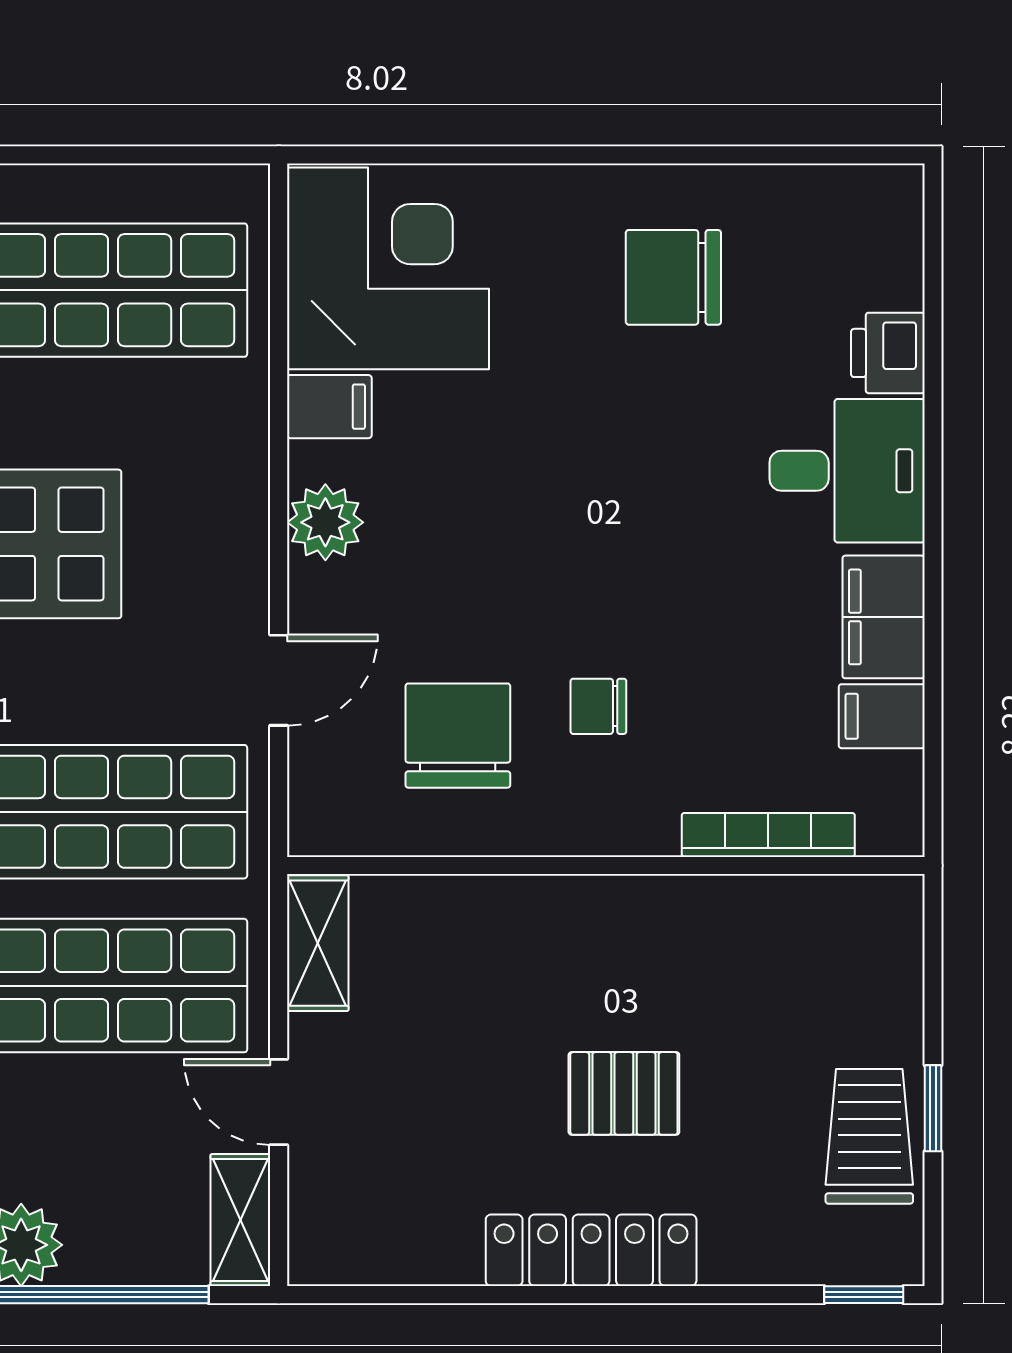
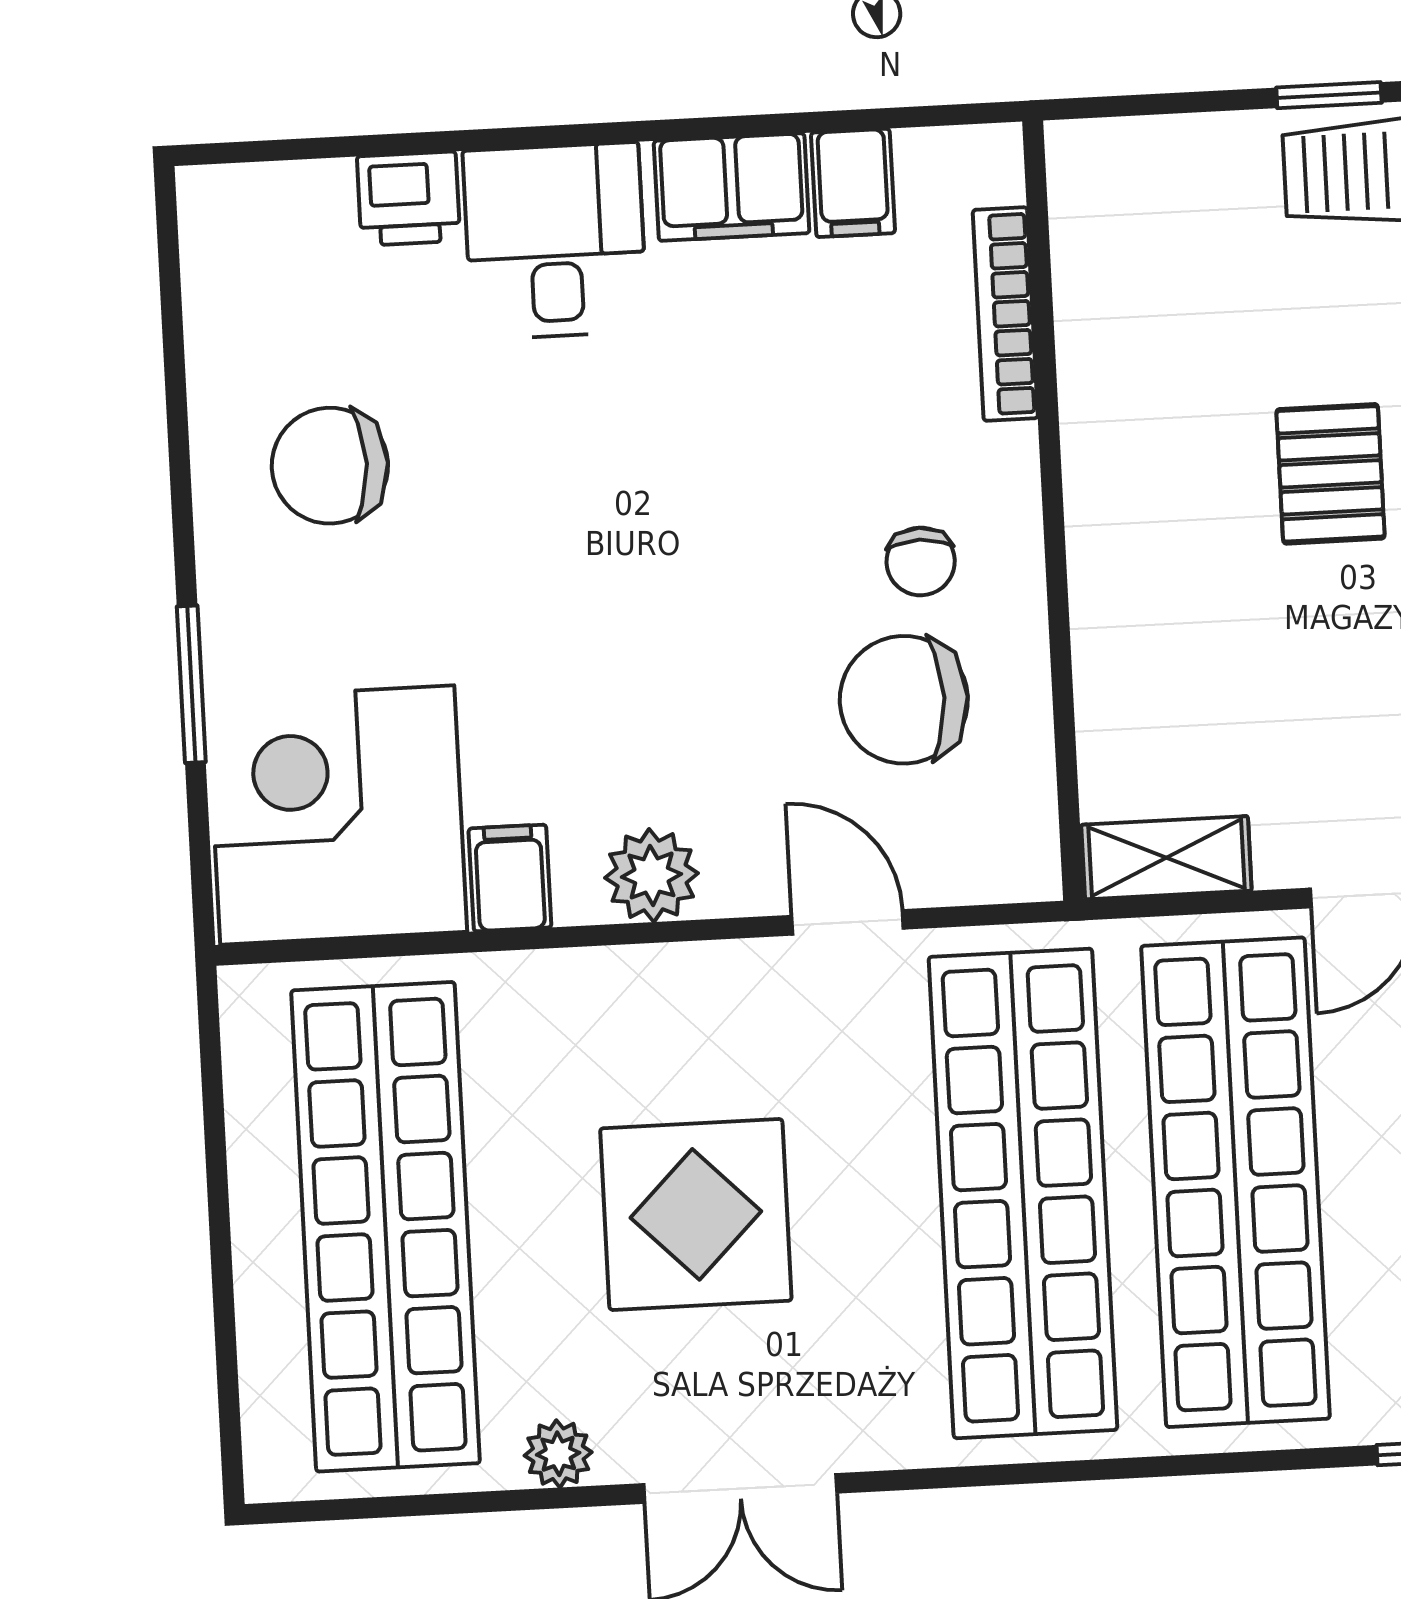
window: (501, 155) -> (191, 684), added
chair: (673, 277) -> (330, 466), turned 90
chair: (598, 706) -> (921, 561), moved

